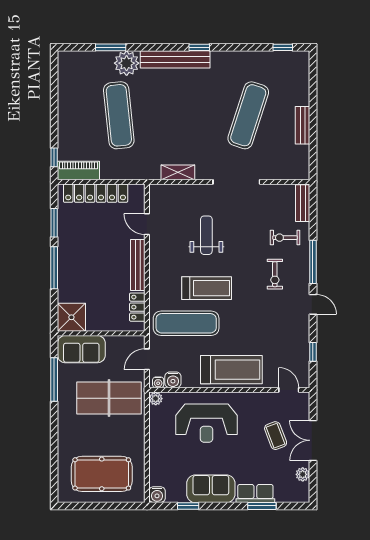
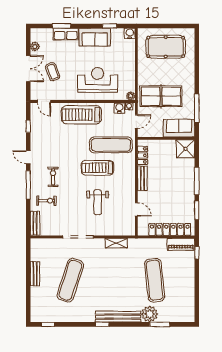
bench: (138, 265) -> (142, 178), width x0.73

